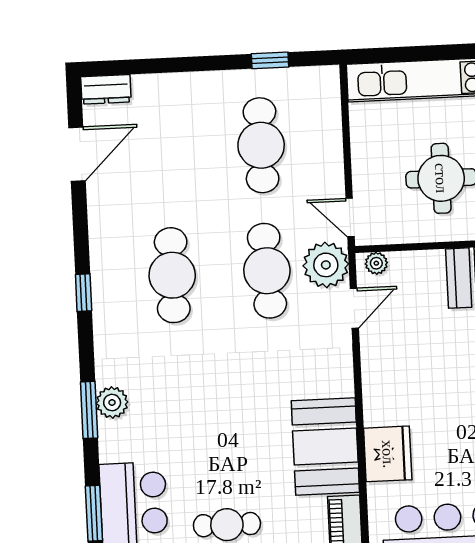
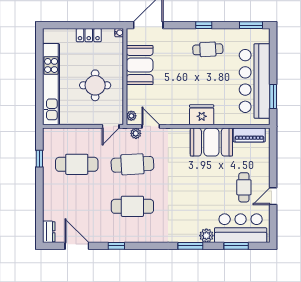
plant: (326, 265) -> (136, 133), width x0.53, depth x0.53
window: (84, 293) -> (116, 246), moved
plant: (112, 403) -> (206, 236), moved
fridge: (388, 454) -> (202, 115), moved

